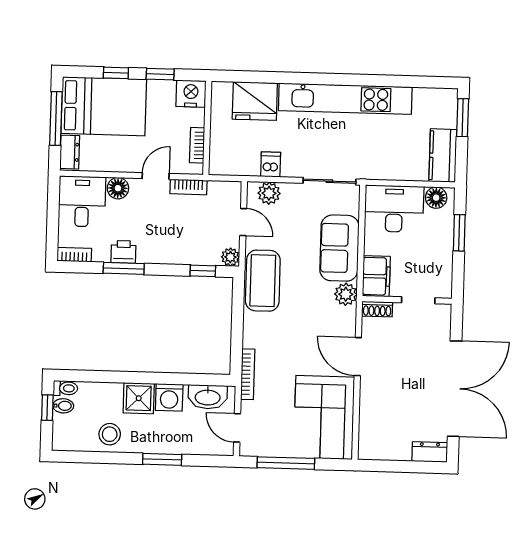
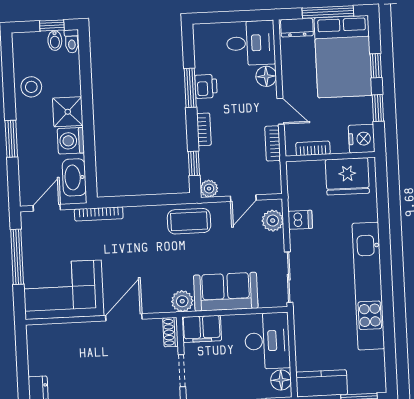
fridge: (255, 101) -> (347, 176), moved, turned -90
bookcase: (74, 255) -> (204, 129), moved
coffee table: (263, 281) -> (189, 221), width x0.73, depth x0.76

